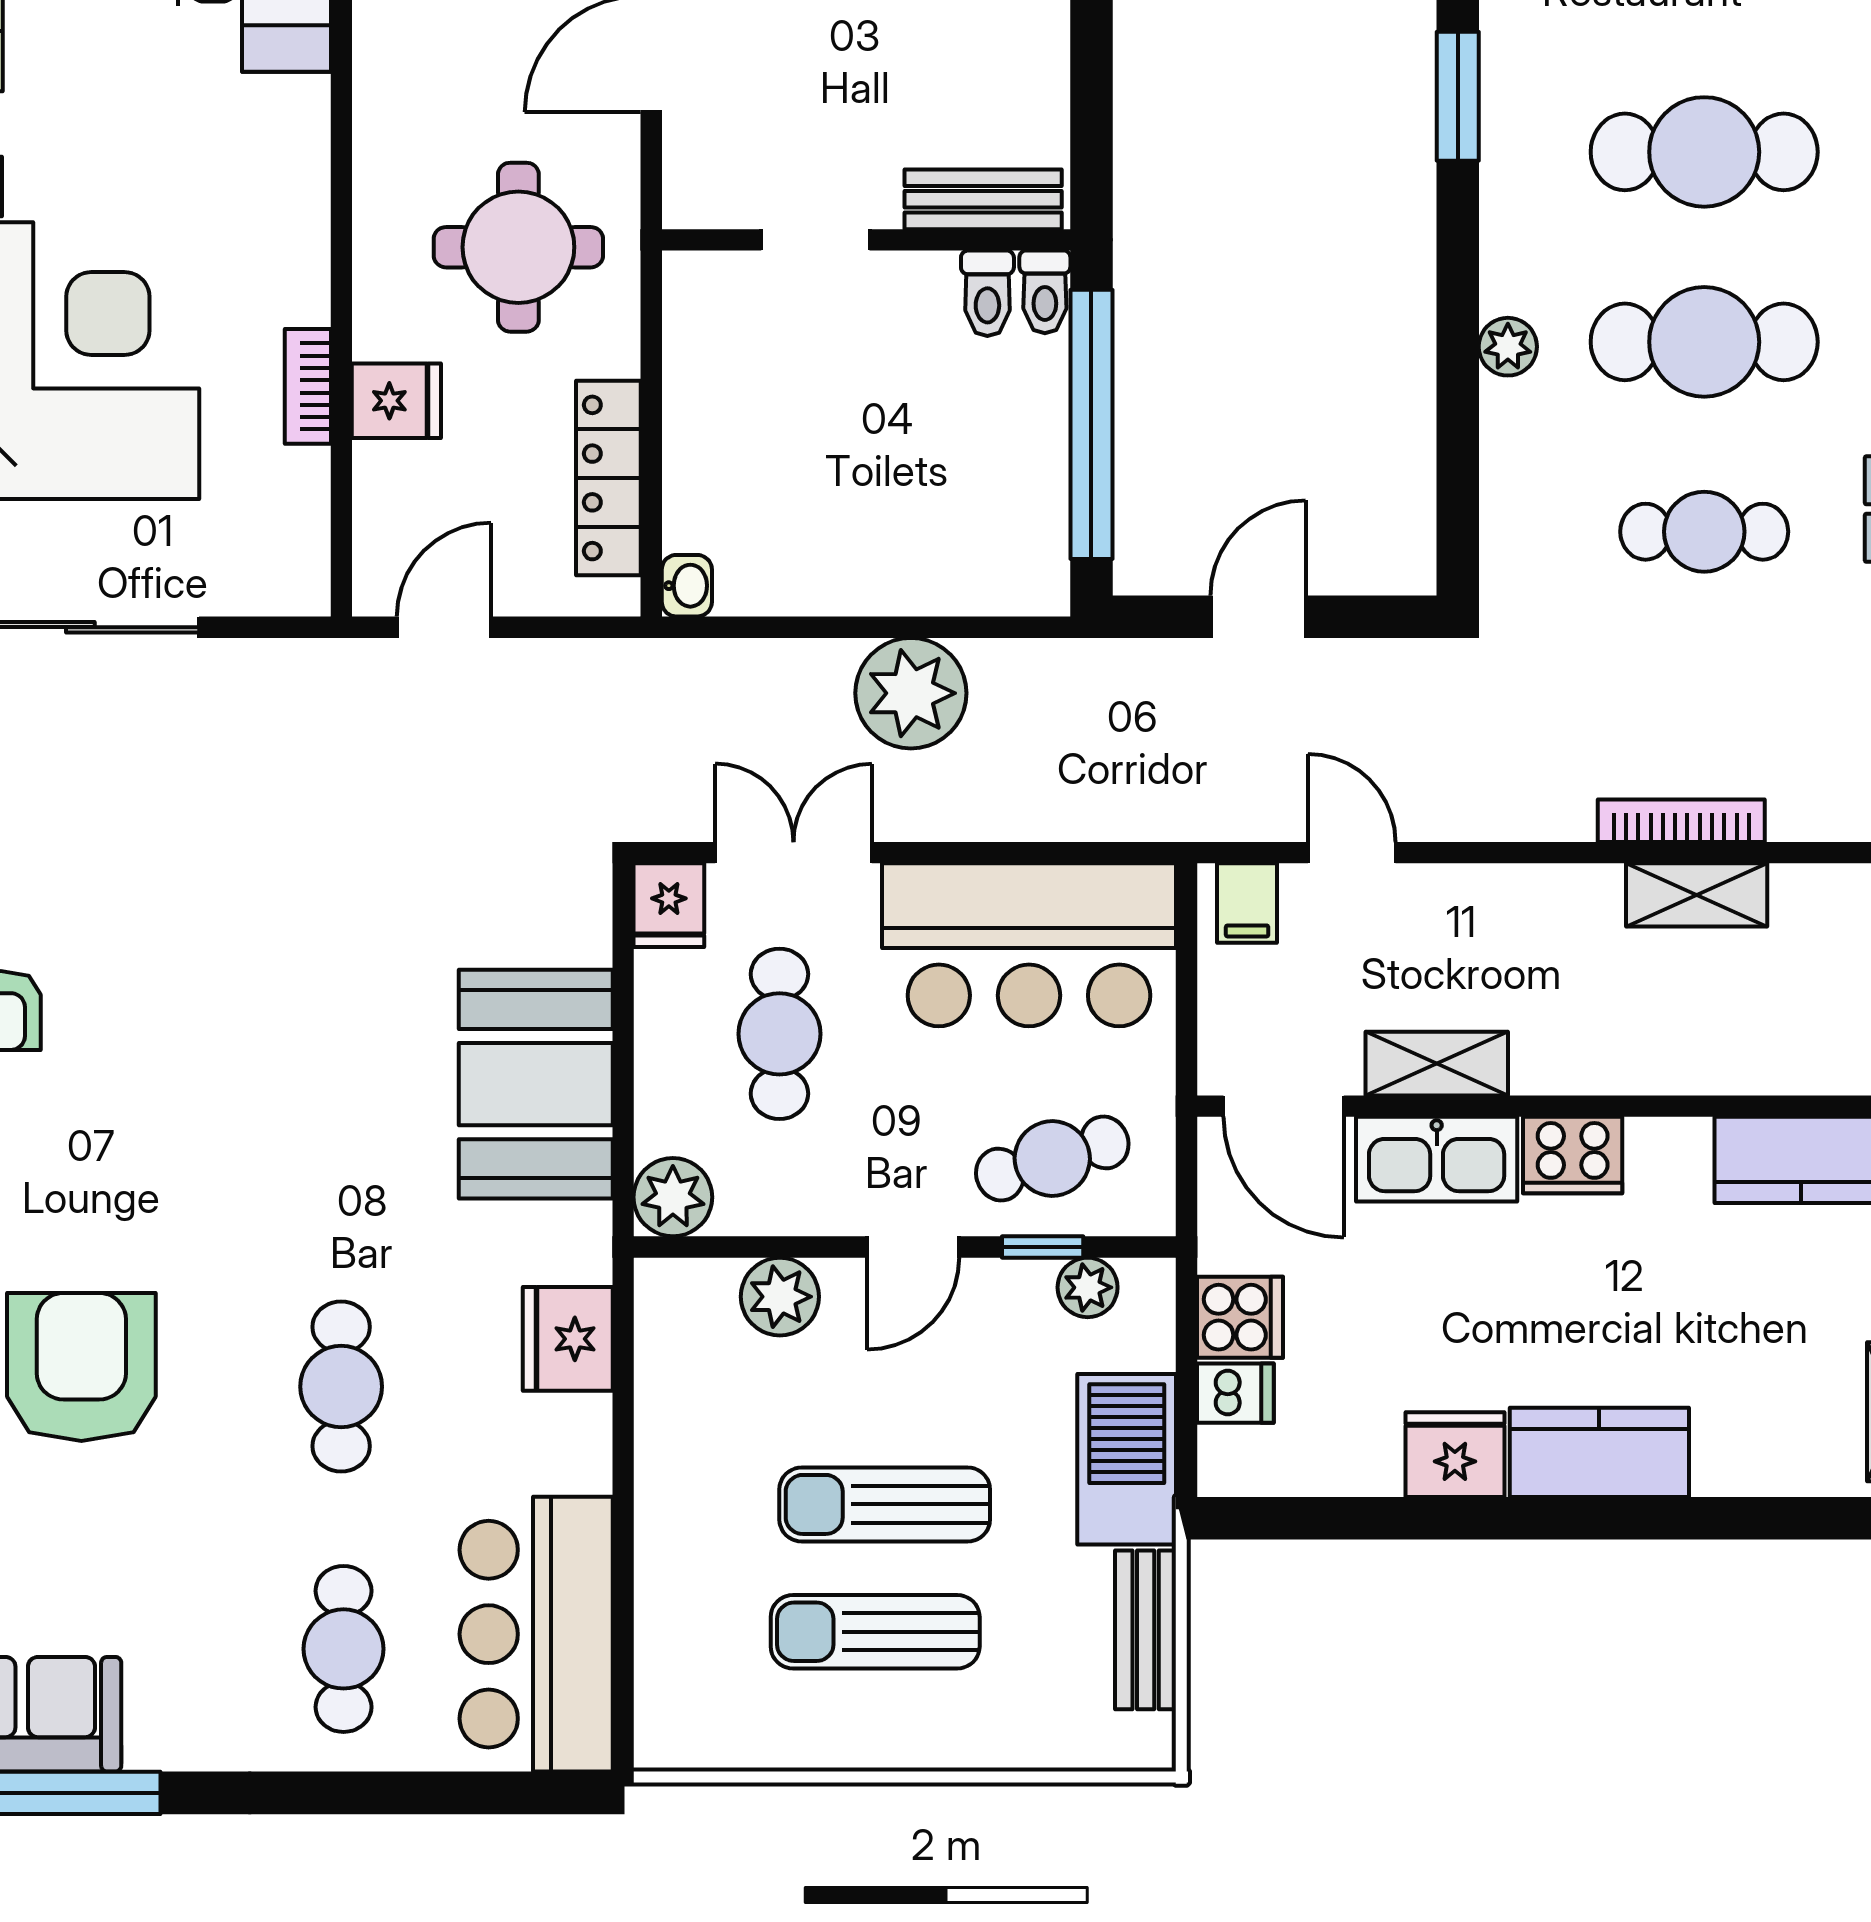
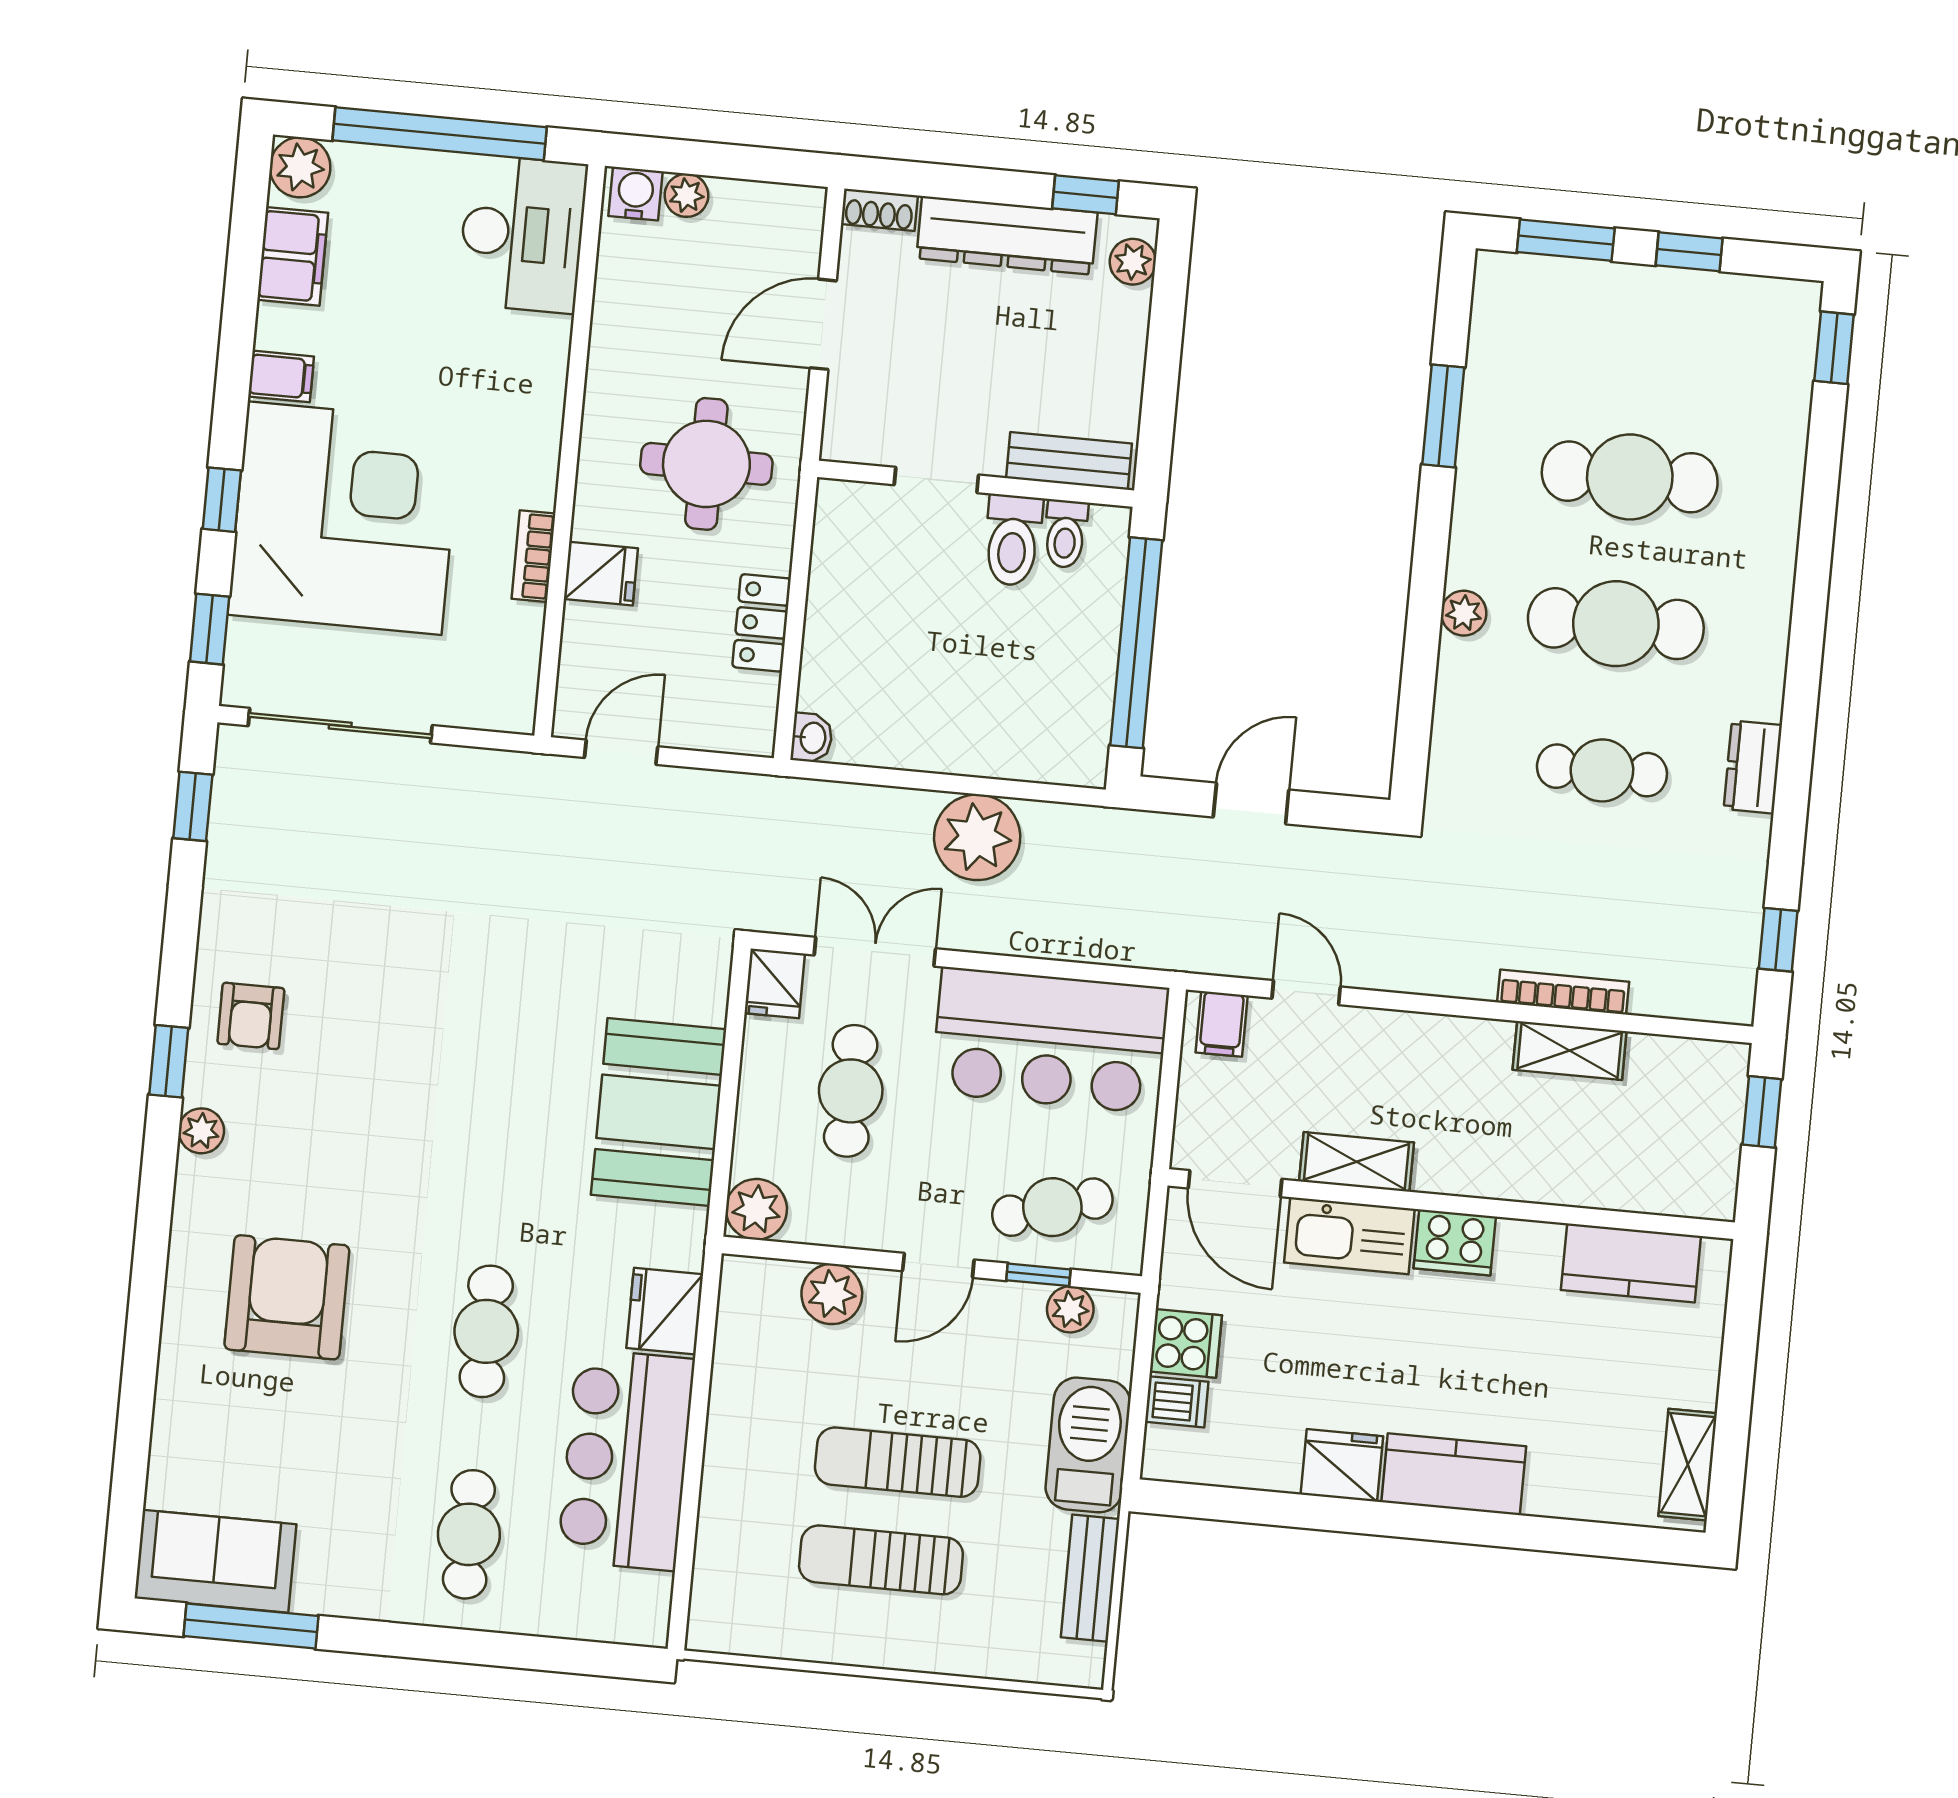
toilet: (1045, 292) -> (1013, 540), moved, width x1.37, depth x1.39
locker: (608, 478) -> (762, 623), width x0.66
bar counter: (536, 1634) -> (626, 1460), moved

